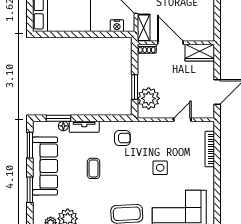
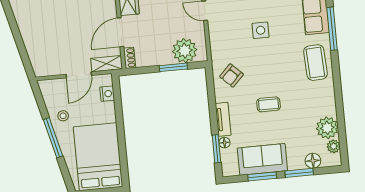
armchair: (122, 138) -> (232, 75), turned -136
window: (30, 145) -> (262, 176), moved
sofa: (45, 166) -> (262, 159), width x0.73
floor lamp: (40, 203) -> (313, 161), added

